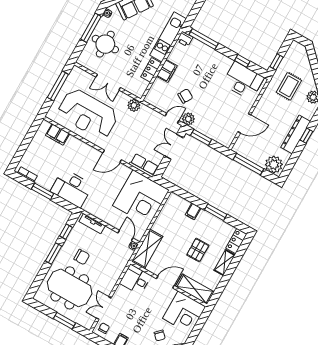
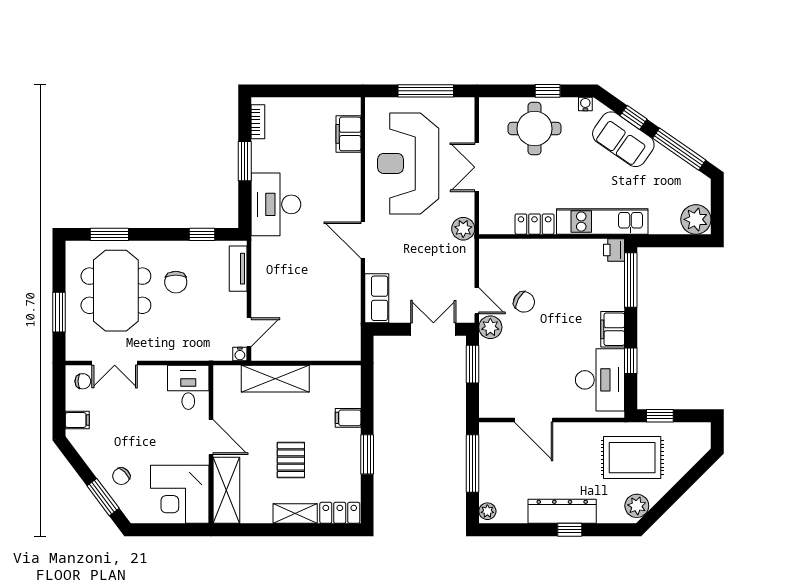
window: (91, 28) -> (548, 91), width x0.46
filing cabinet: (167, 71) -> (613, 329), moved, turned 90
rug: (289, 86) -> (632, 458), width x1.36, depth x1.43
plant: (274, 164) -> (487, 511), width x0.53, depth x0.53
corner desk: (141, 198) -> (323, 323), removed
shelving: (147, 249) -> (275, 379), moved
pallet: (198, 250) -> (291, 460), turned 90
window: (54, 254) -> (109, 234), moved
double door: (104, 308) -> (115, 363), swing flipped

